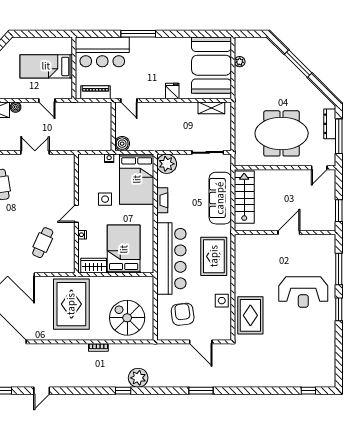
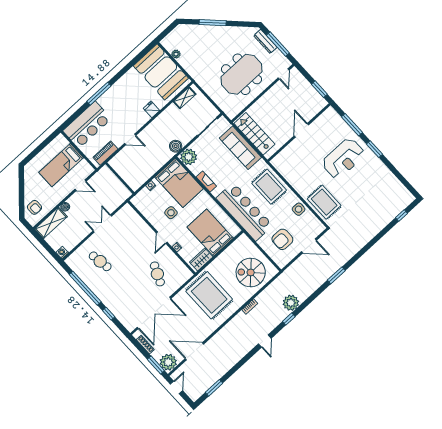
wall: (113, 126) -> (120, 178), moved
boiler: (122, 144) -> (176, 146), moved
armchair: (183, 314) -> (282, 239), turned -83
door: (42, 391) -> (265, 341), moved

